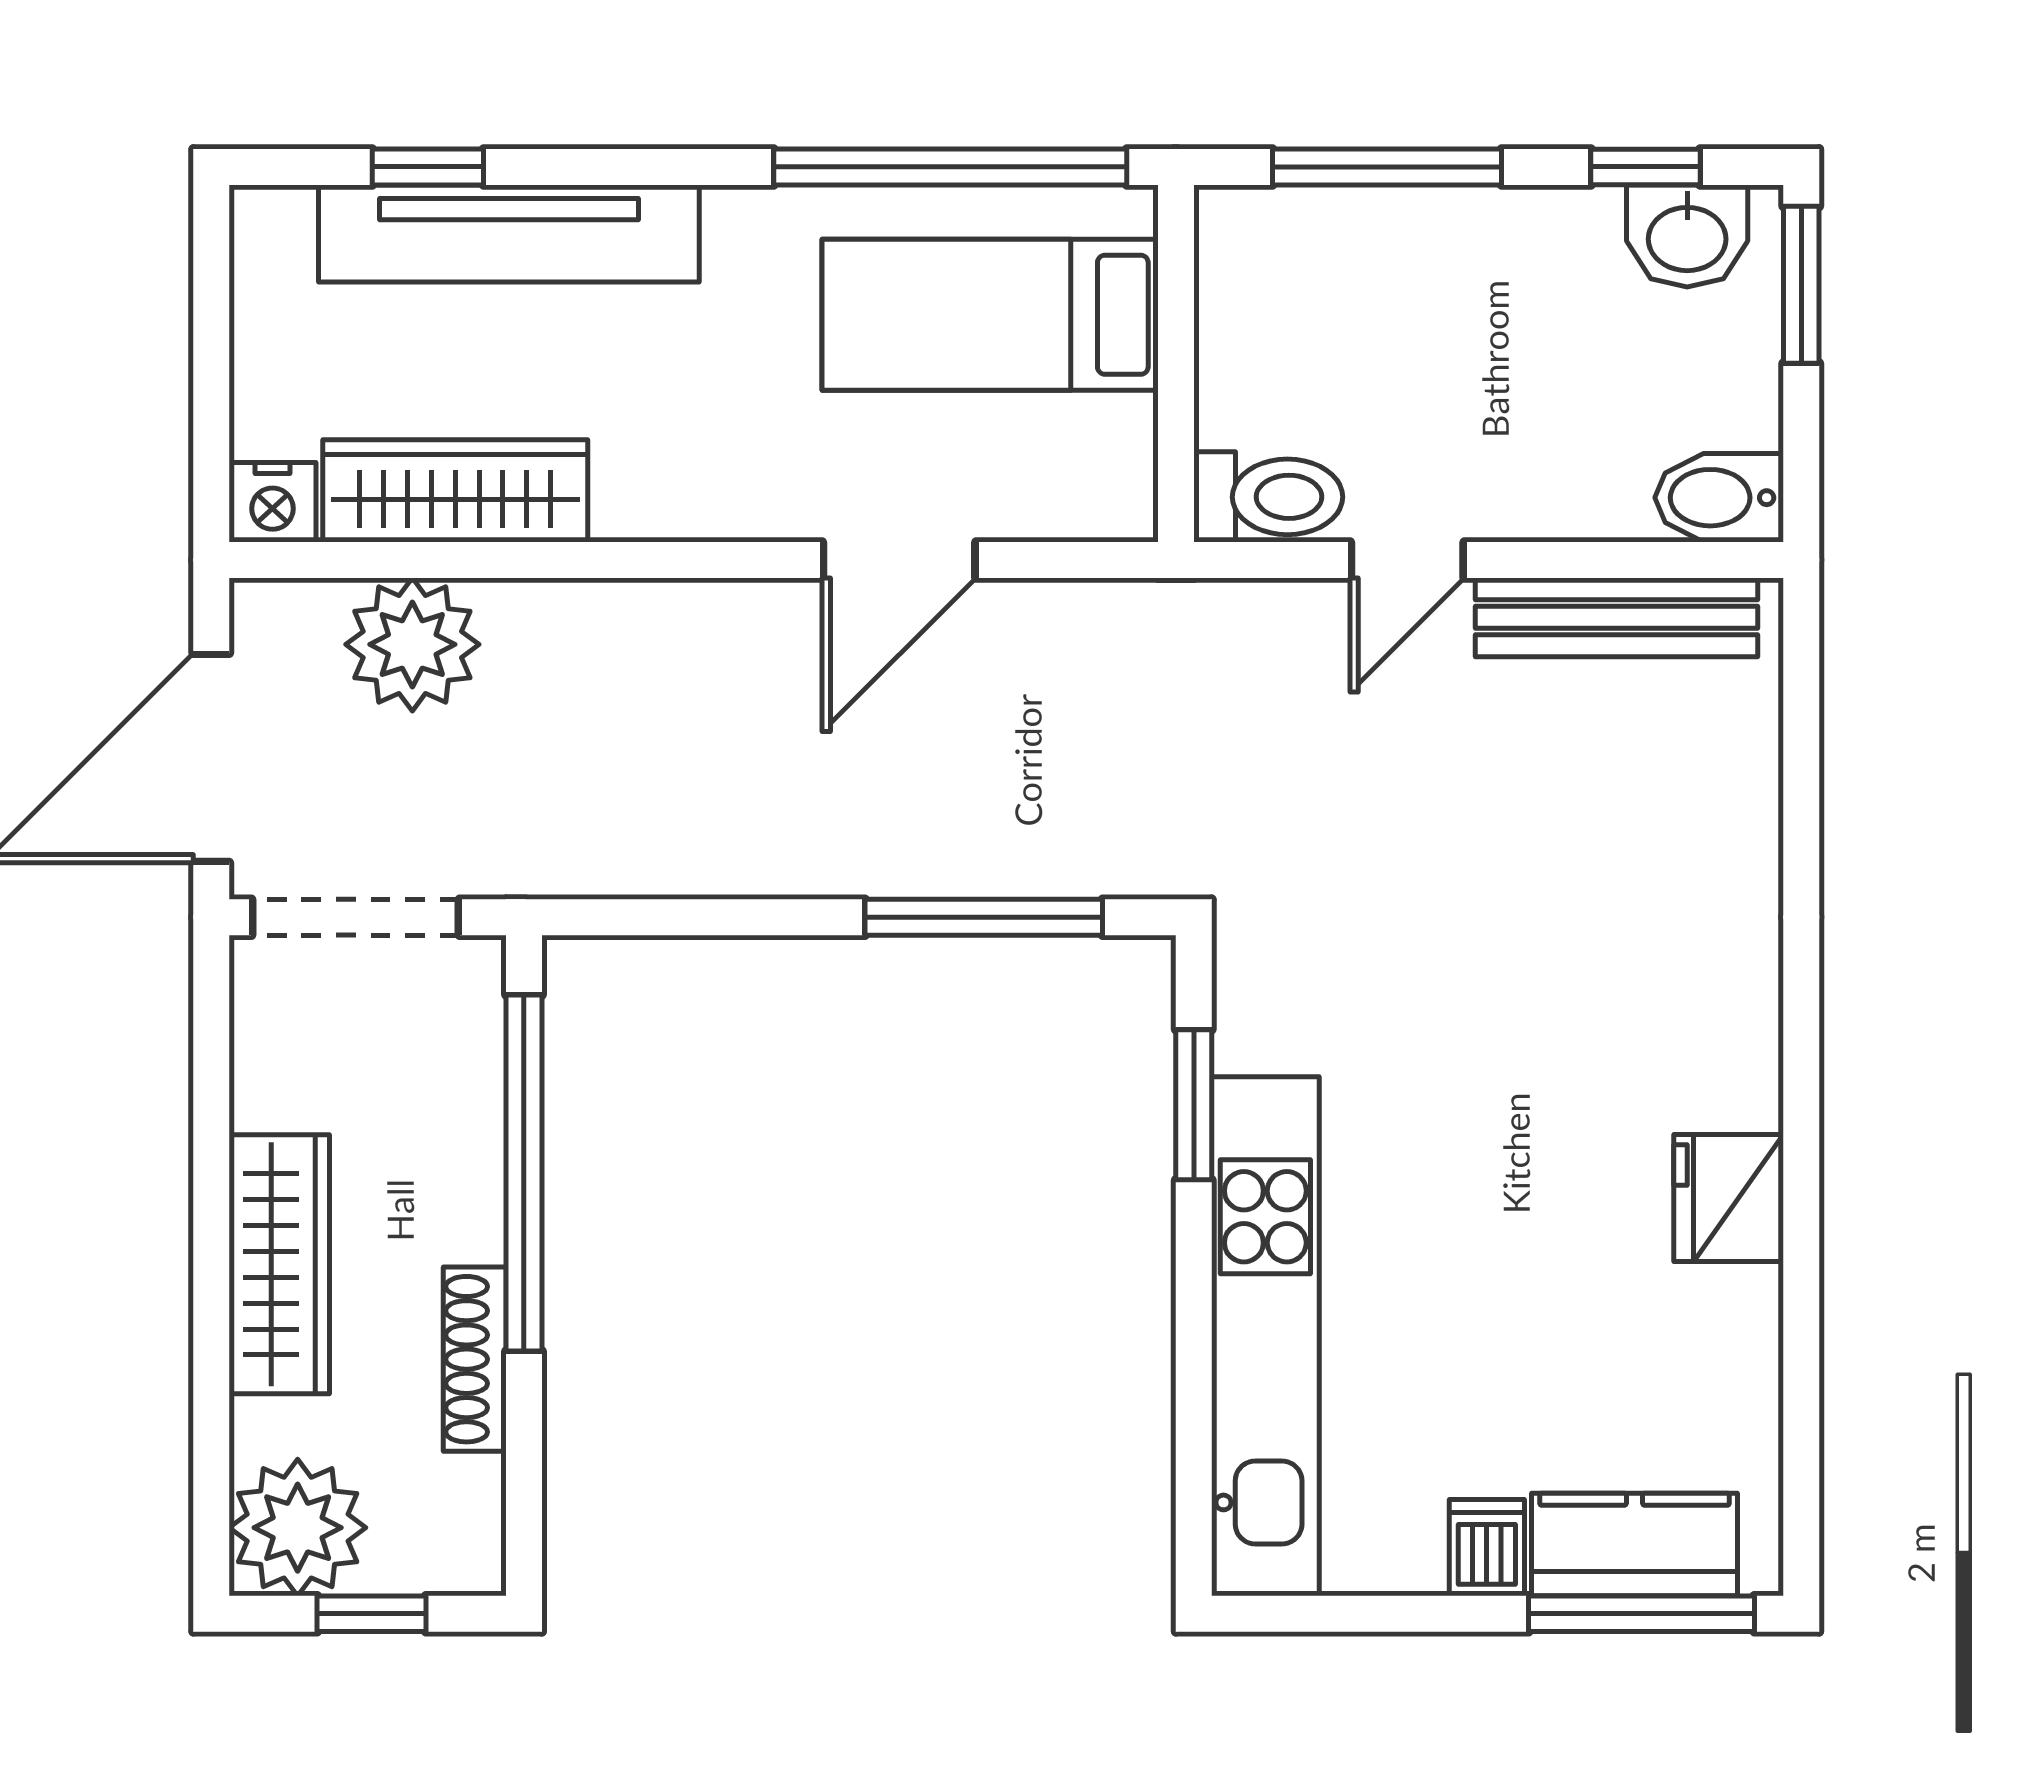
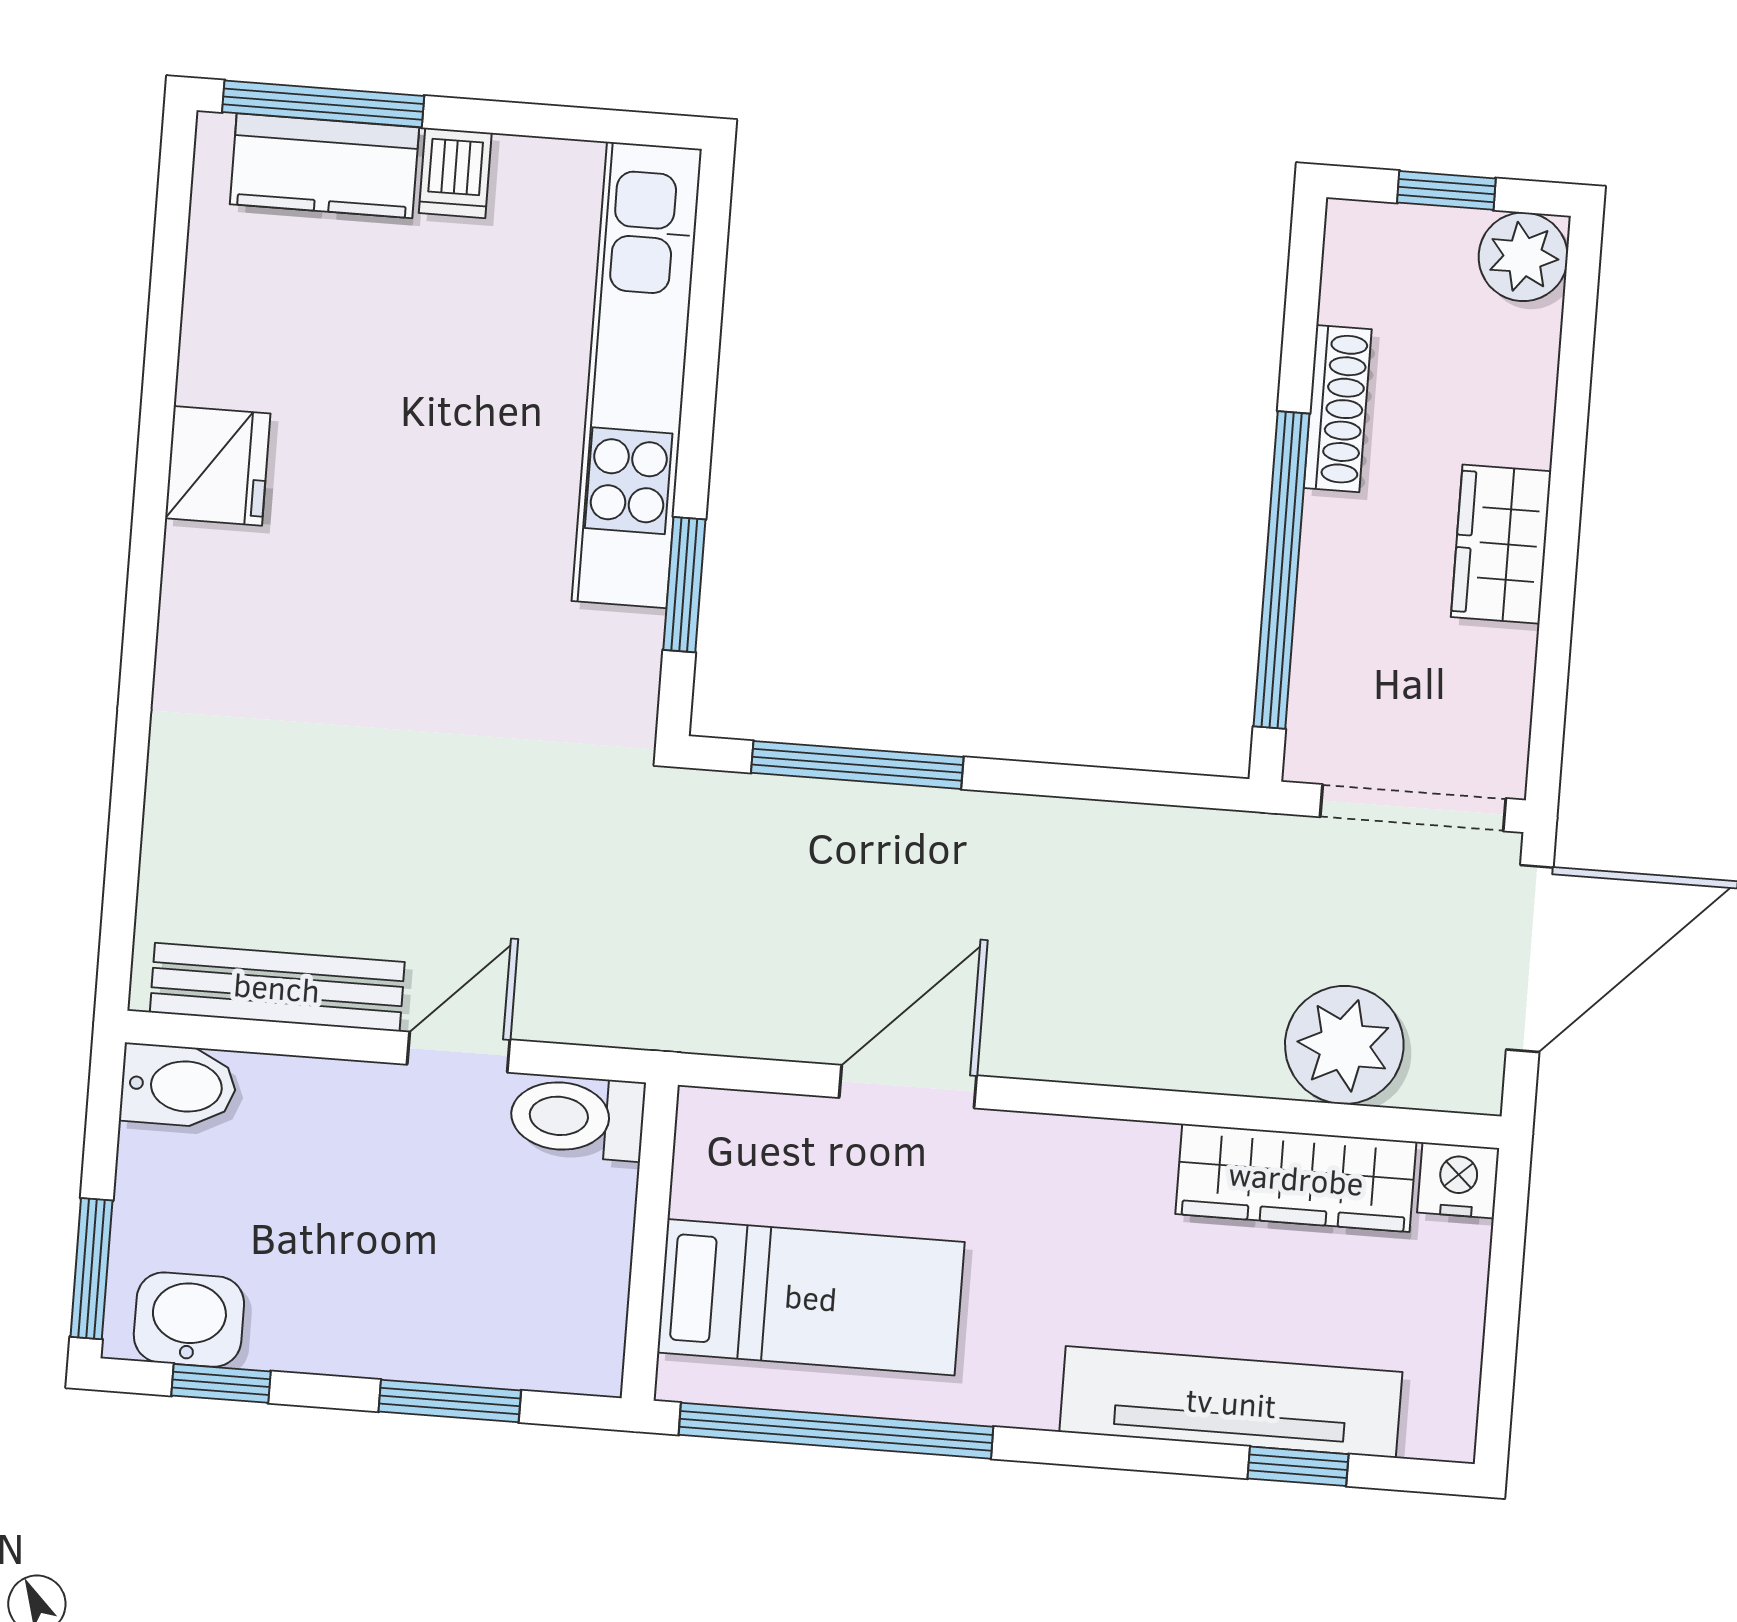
window: (1387, 167) -> (450, 1401), width x0.69
wardrobe: (279, 1264) -> (1501, 544), width x0.67
plant: (298, 1528) -> (1523, 257), width x0.73, depth x0.73

